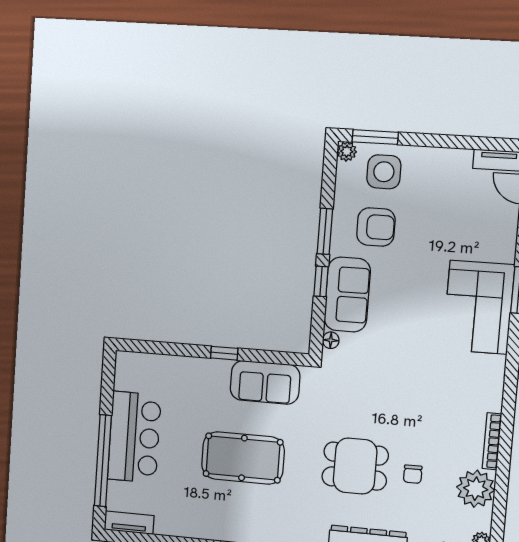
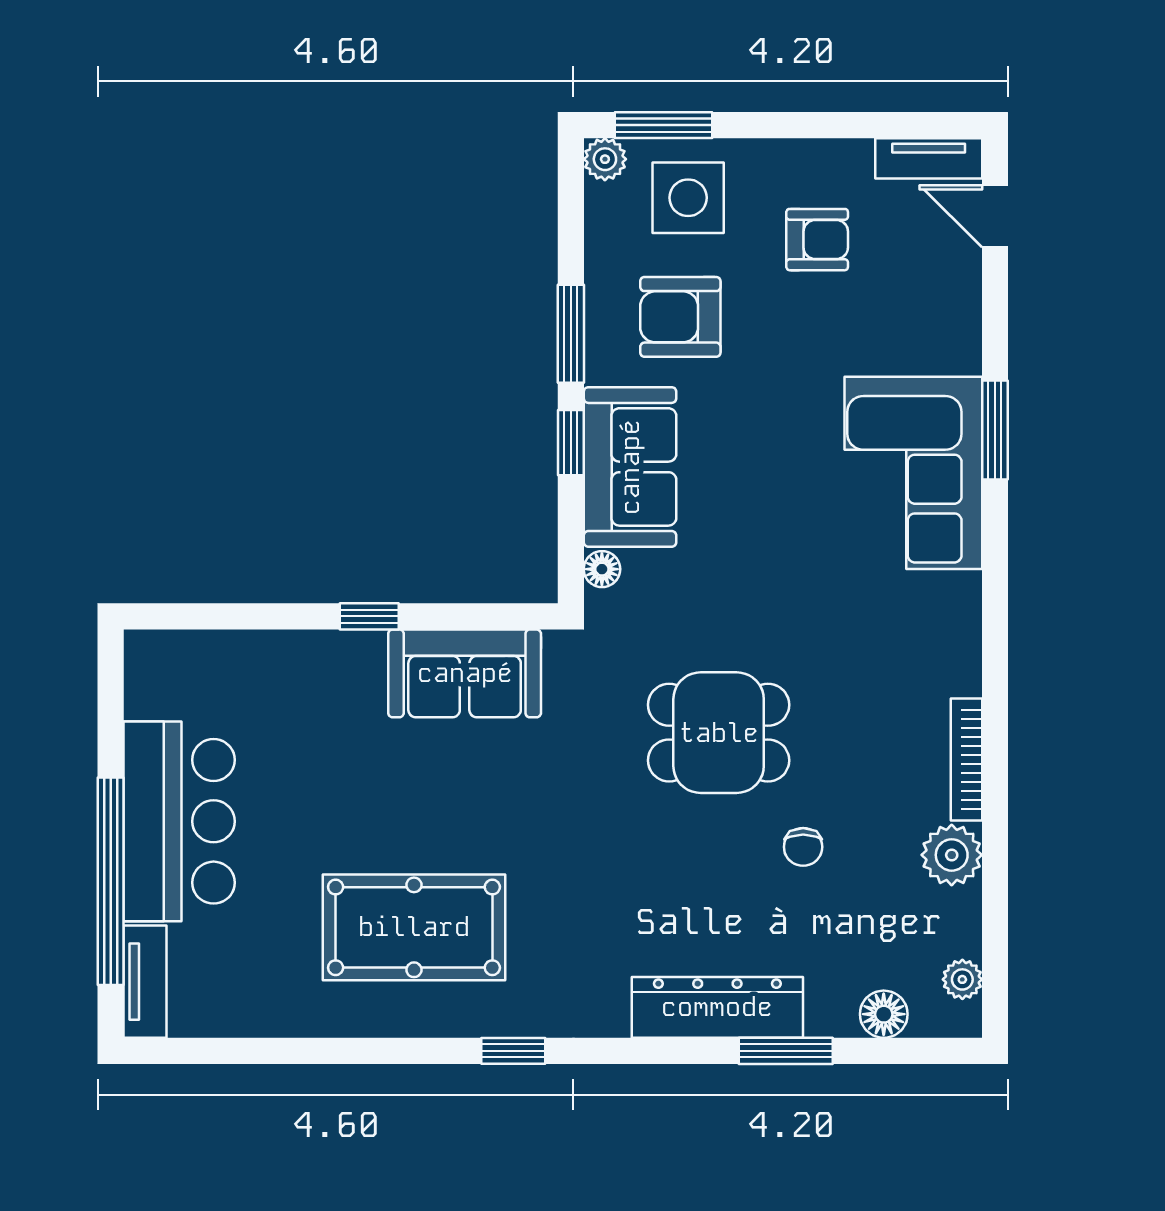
armchair: (443, 195) -> (817, 240), added
armchair: (376, 227) -> (680, 317), turned 180
pool table: (243, 458) -> (414, 927), moved
dining table: (355, 466) -> (719, 733), moved
plant: (476, 489) -> (952, 855), width x0.73, depth x0.73
tv unit: (129, 523) -> (145, 982), moved, turned 90

